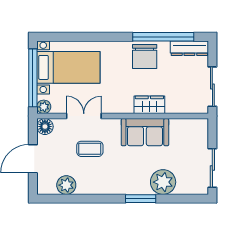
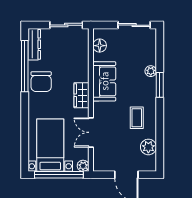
chair: (145, 56) -> (41, 82), turned 90
wardrobe: (149, 105) -> (81, 95), moved
floor lamp: (45, 127) -> (100, 46), moved
coffee table: (90, 149) -> (137, 118), moved
plant: (163, 182) -> (151, 71), width x0.53, depth x0.53

